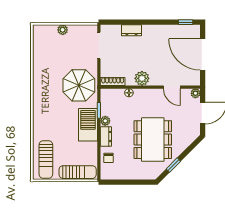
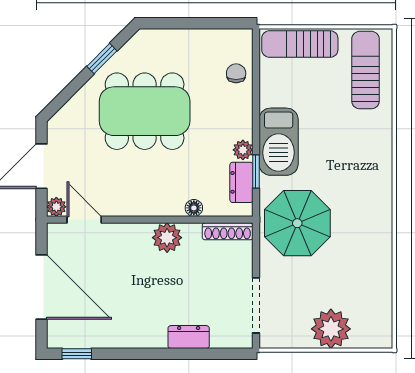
plant: (63, 30) -> (331, 329), width x1.87, depth x1.87
door: (172, 87) -> (84, 220), moved
dresser: (106, 136) -> (241, 182), moved
dining table: (153, 140) -> (145, 111), turned 90

